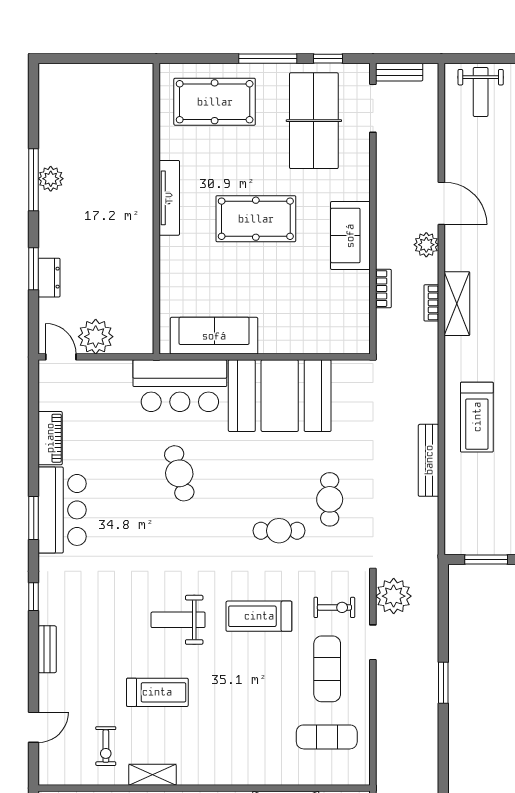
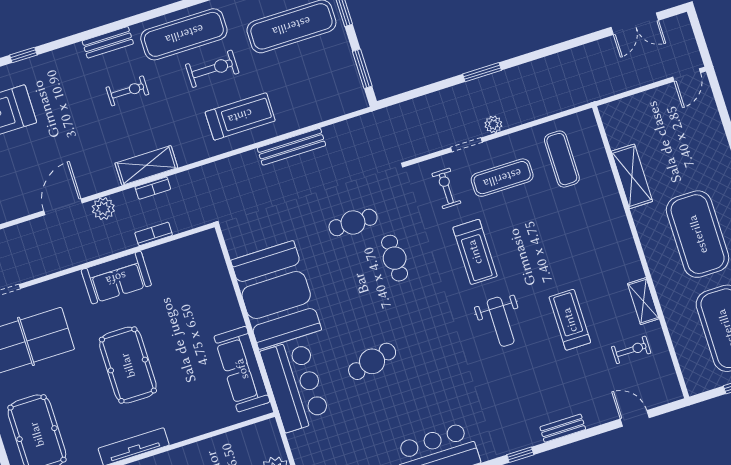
plant: (394, 596) -> (493, 124), moved, width x0.53, depth x0.53

